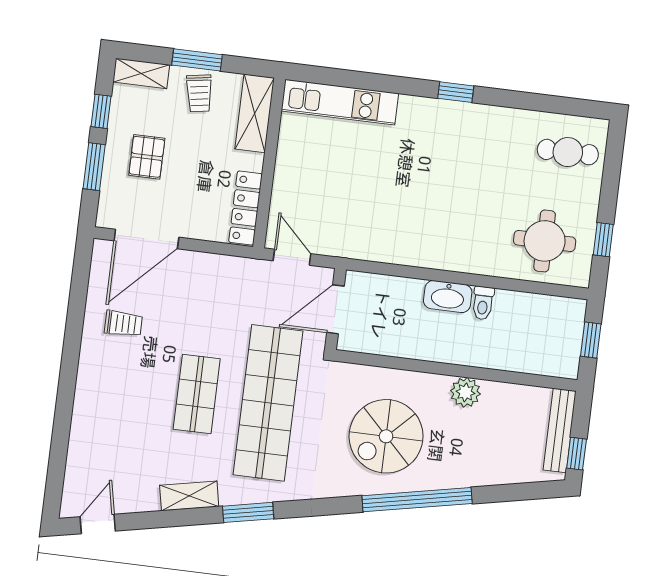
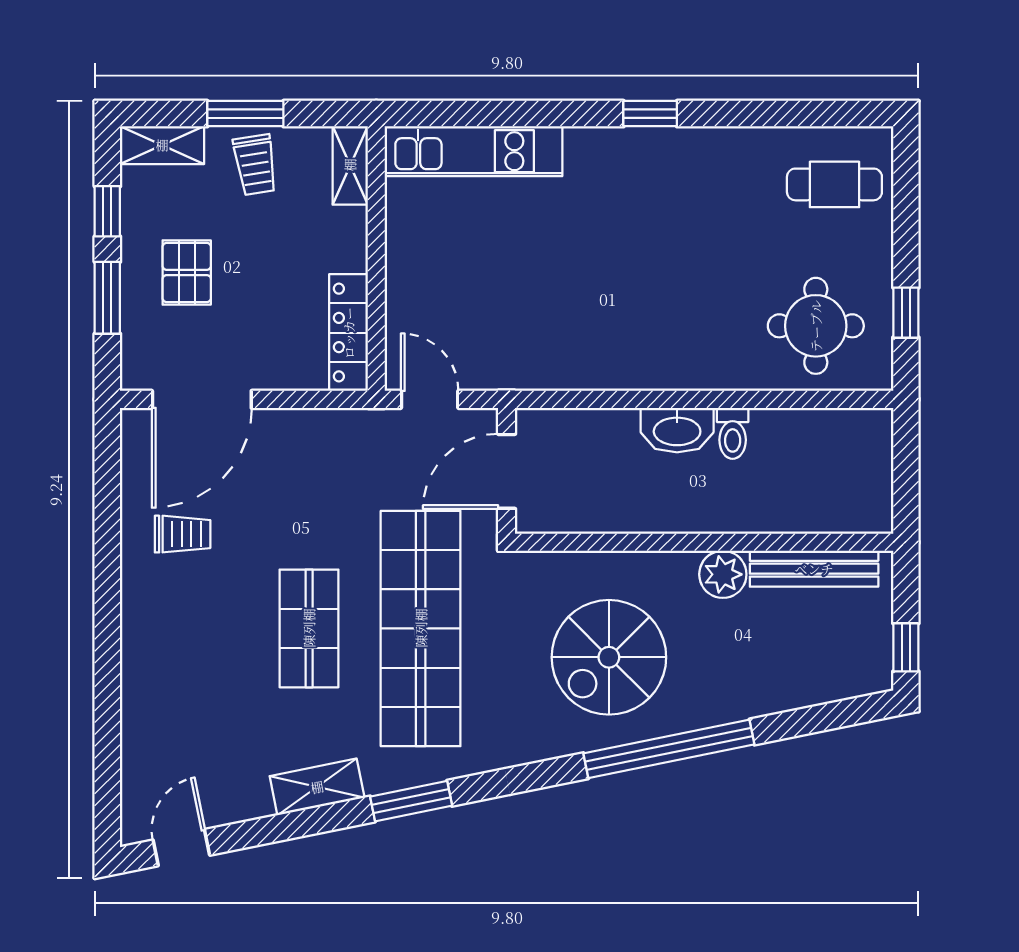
shelving: (255, 113) -> (350, 165), width x0.67, depth x0.75
window: (591, 340) -> (906, 470), removed
bench: (560, 430) -> (814, 569), moved, turned 90

